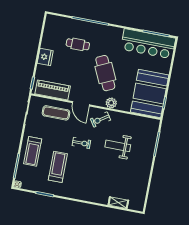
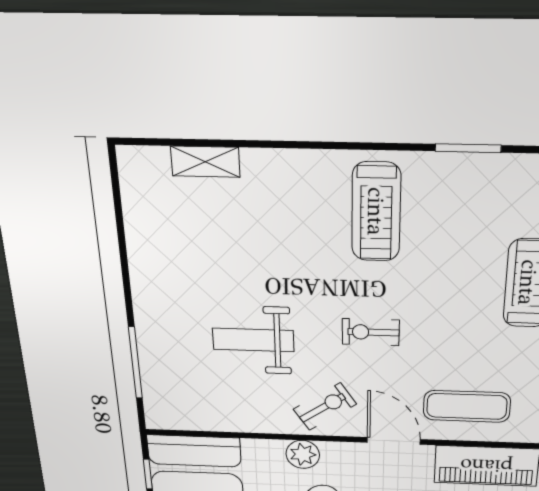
weight bench: (118, 146) -> (253, 340), turned 180
treadmill: (58, 167) -> (376, 212), moved

